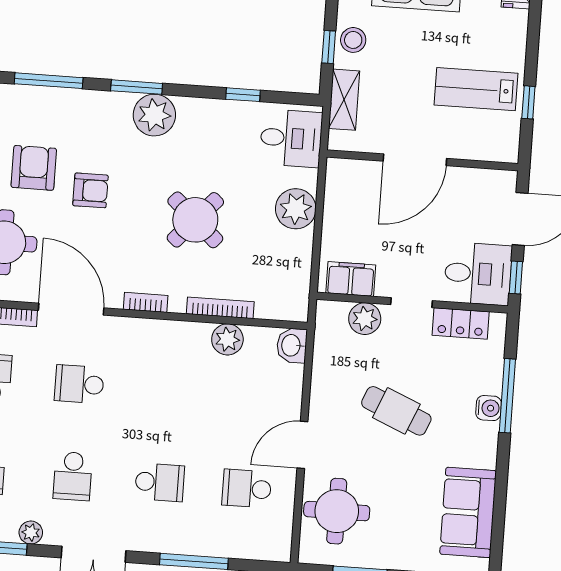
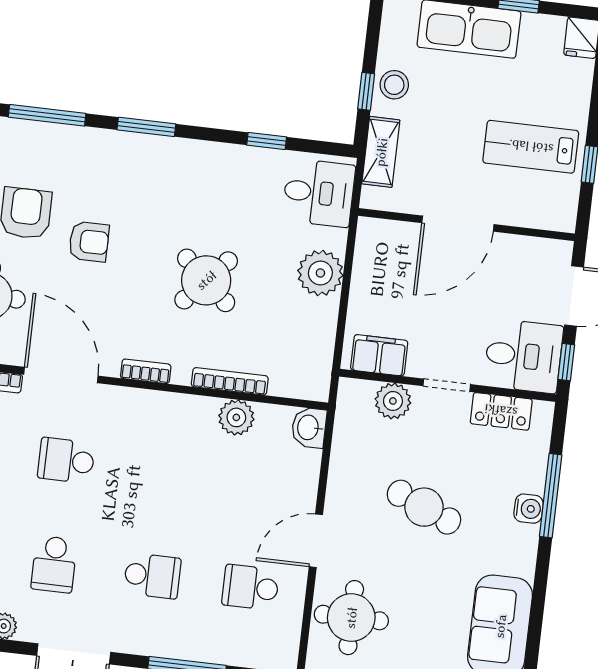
plant: (154, 115) -> (165, 160), removed

